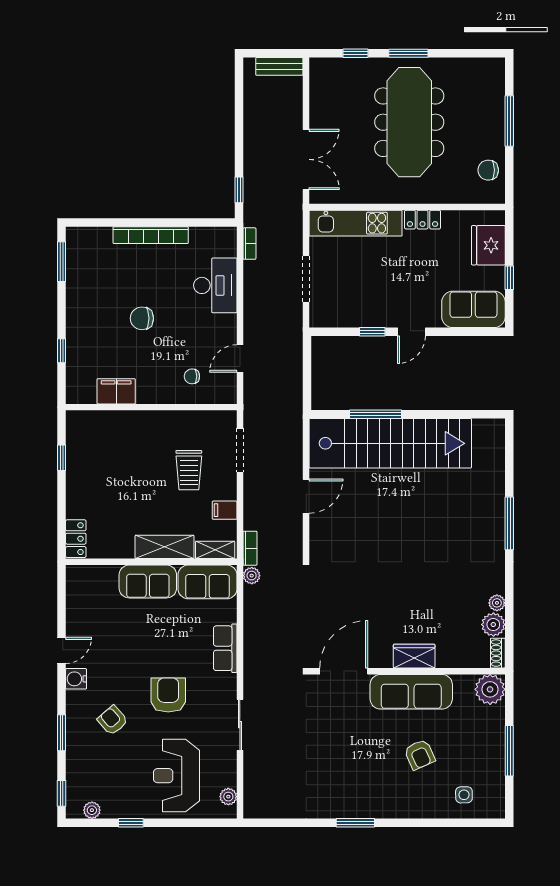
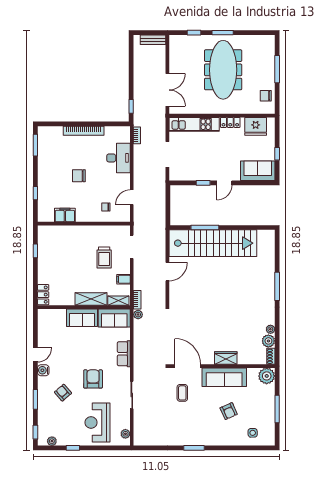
fridge: (488, 245) -> (256, 126), moved, turned -90
door: (344, 671) -> (188, 366), hinge flipped
coffee table: (334, 721) -> (182, 393), added

